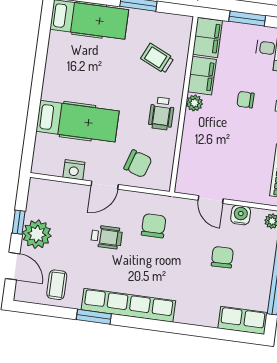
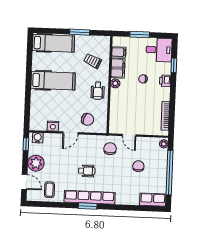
filing cabinet: (207, 38) -> (119, 52), width x0.50
hospital bed: (77, 121) -> (53, 81), moved
water cooler: (241, 215) -> (38, 138), moved
window: (19, 222) -> (26, 144), moved
chair: (154, 226) -> (110, 149), moved
wheelchair: (107, 237) -> (87, 171), moved
window: (94, 317) -> (88, 206), moved

